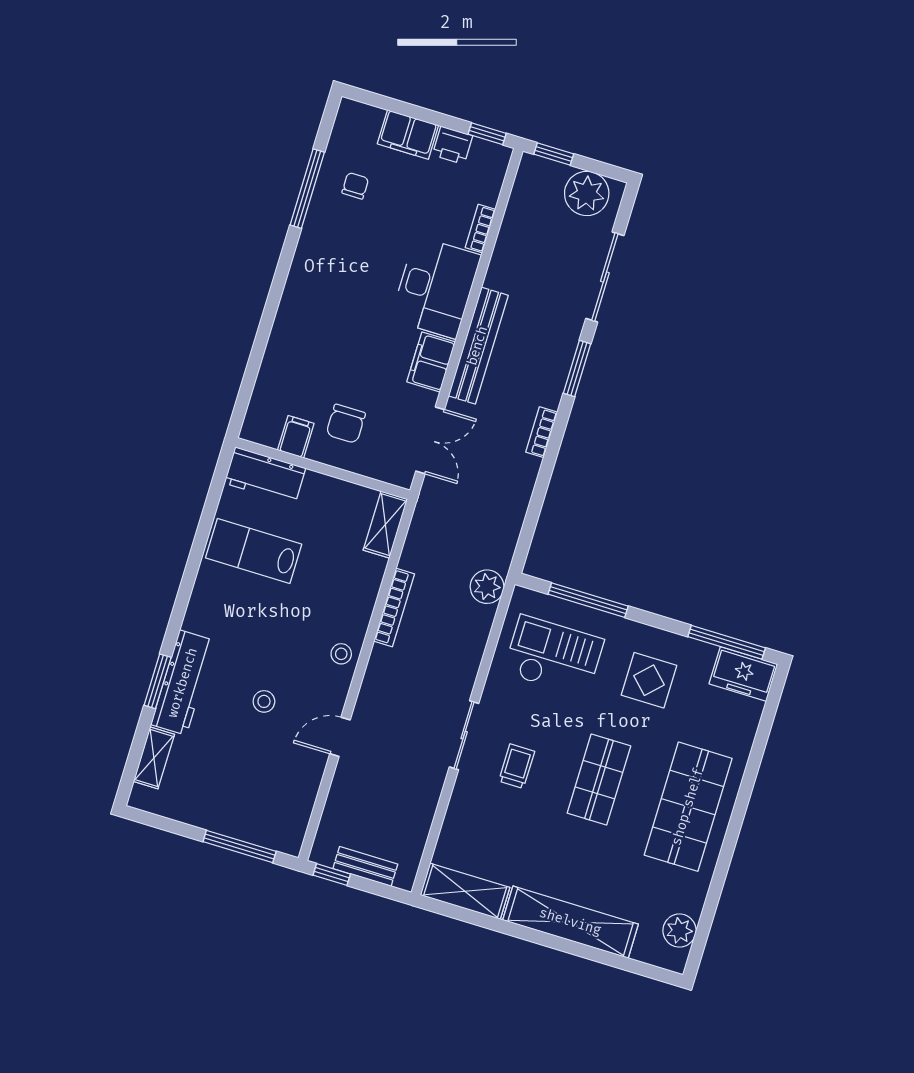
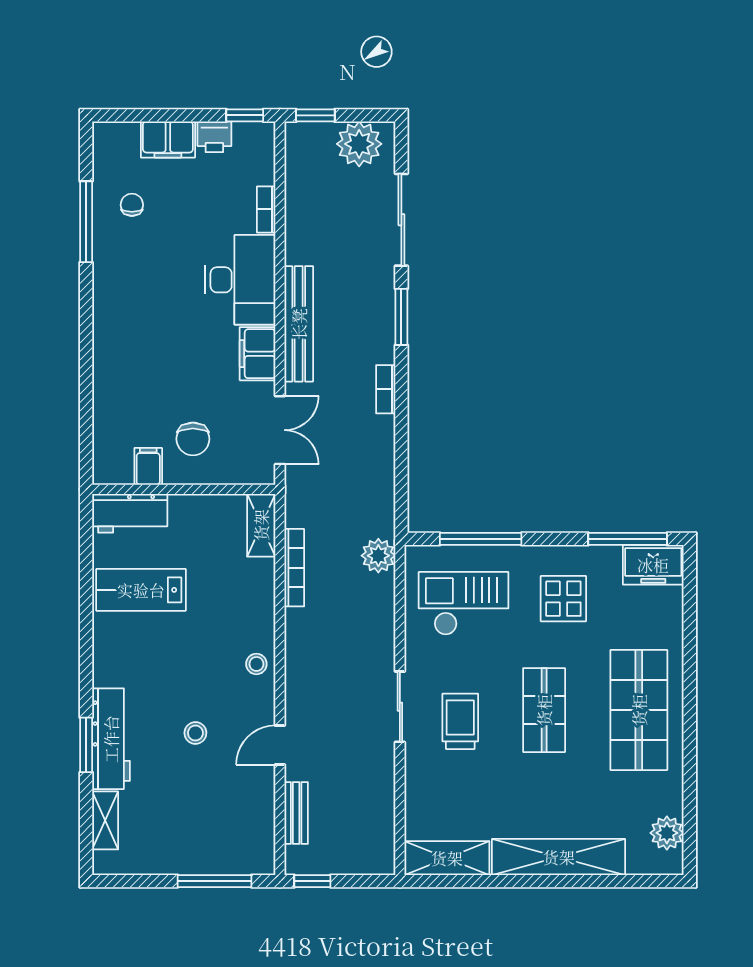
bookcase: (394, 607) -> (294, 568), moved
trolley: (517, 766) -> (460, 721), width x1.36, depth x1.39
bench: (365, 866) -> (296, 813), moved, turned 90

